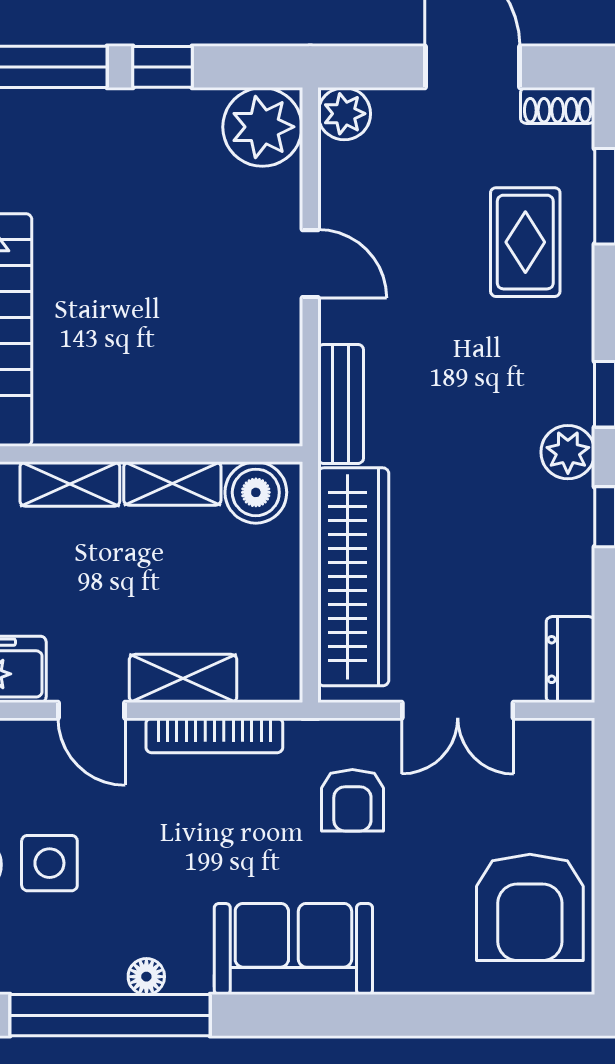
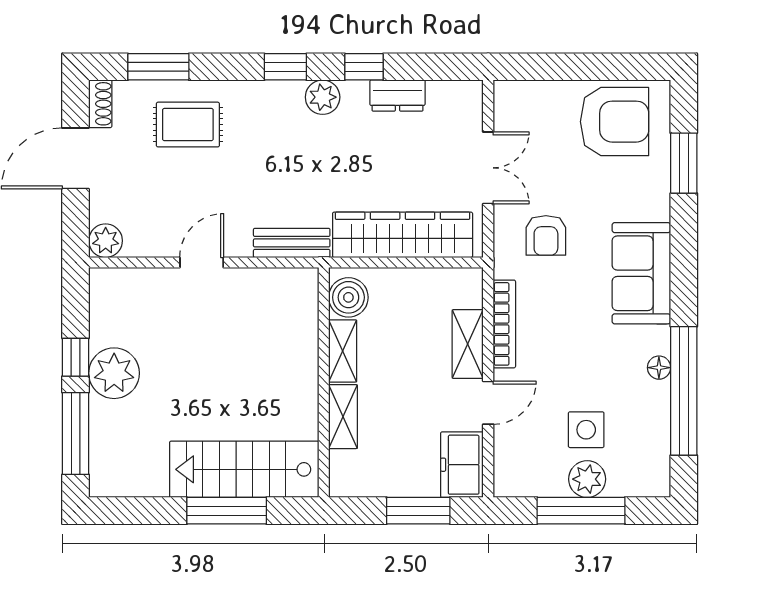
plant: (262, 127) -> (114, 373), moved
dresser: (571, 660) -> (397, 95), moved
armchair: (352, 800) -> (546, 235), turned 90
window: (465, 1015) -> (684, 163), added

